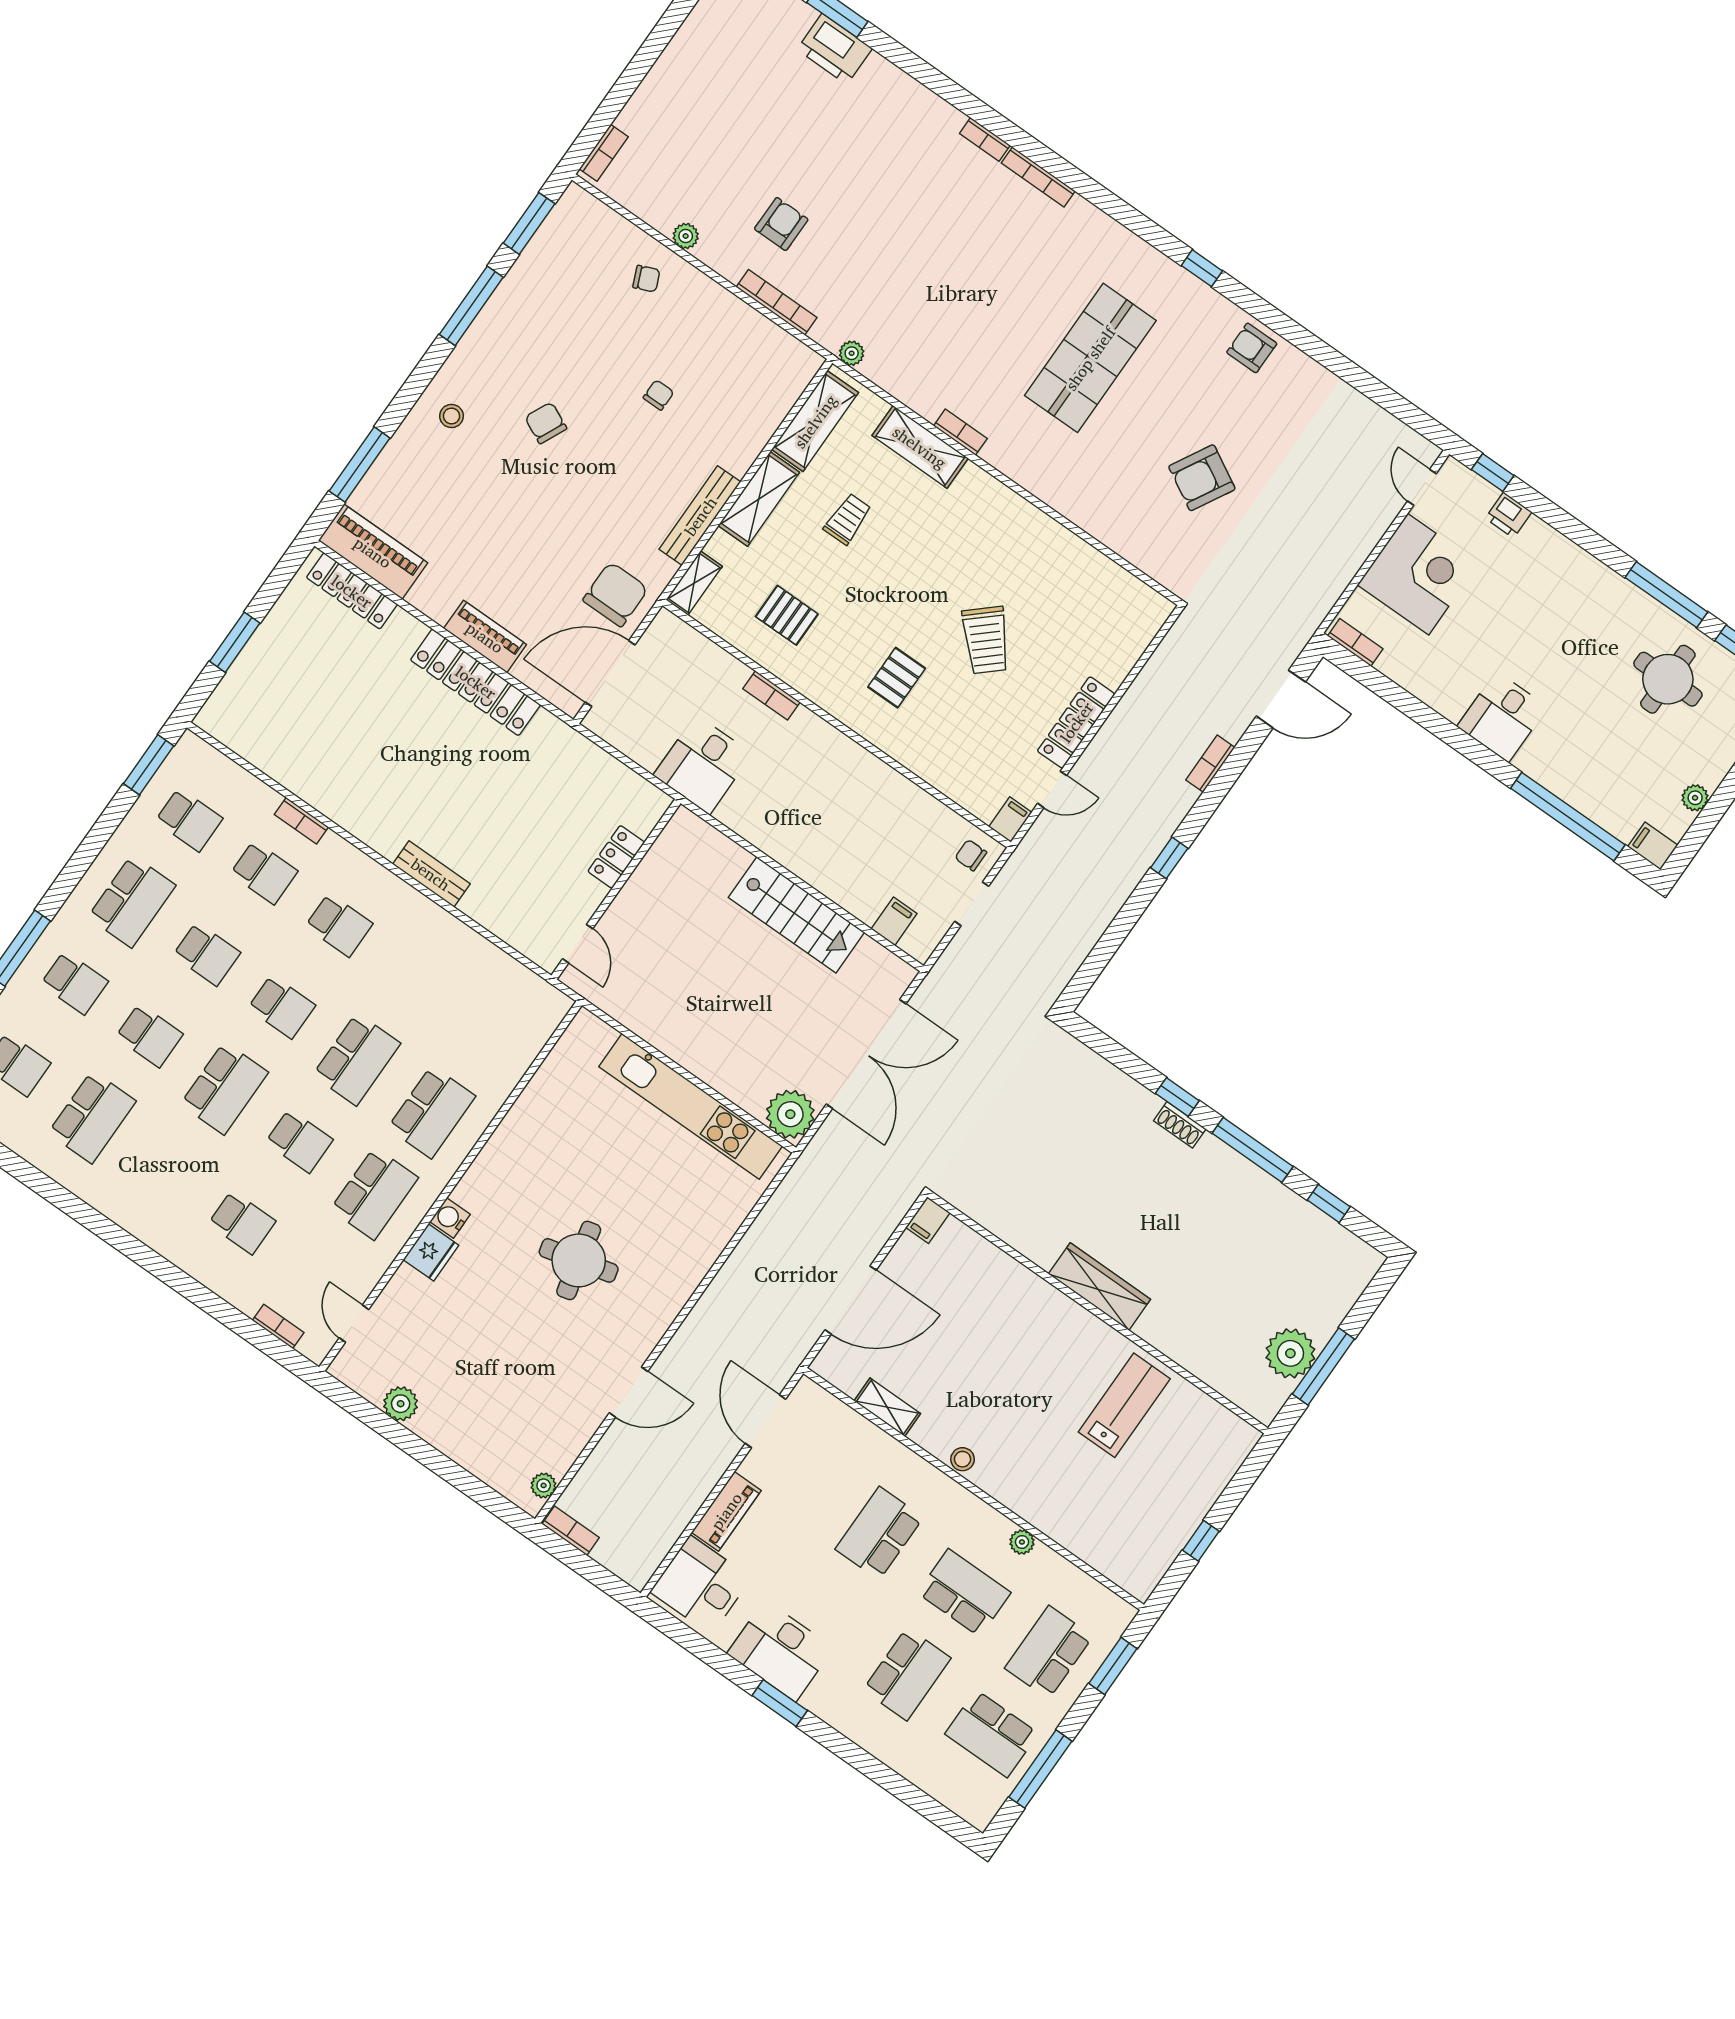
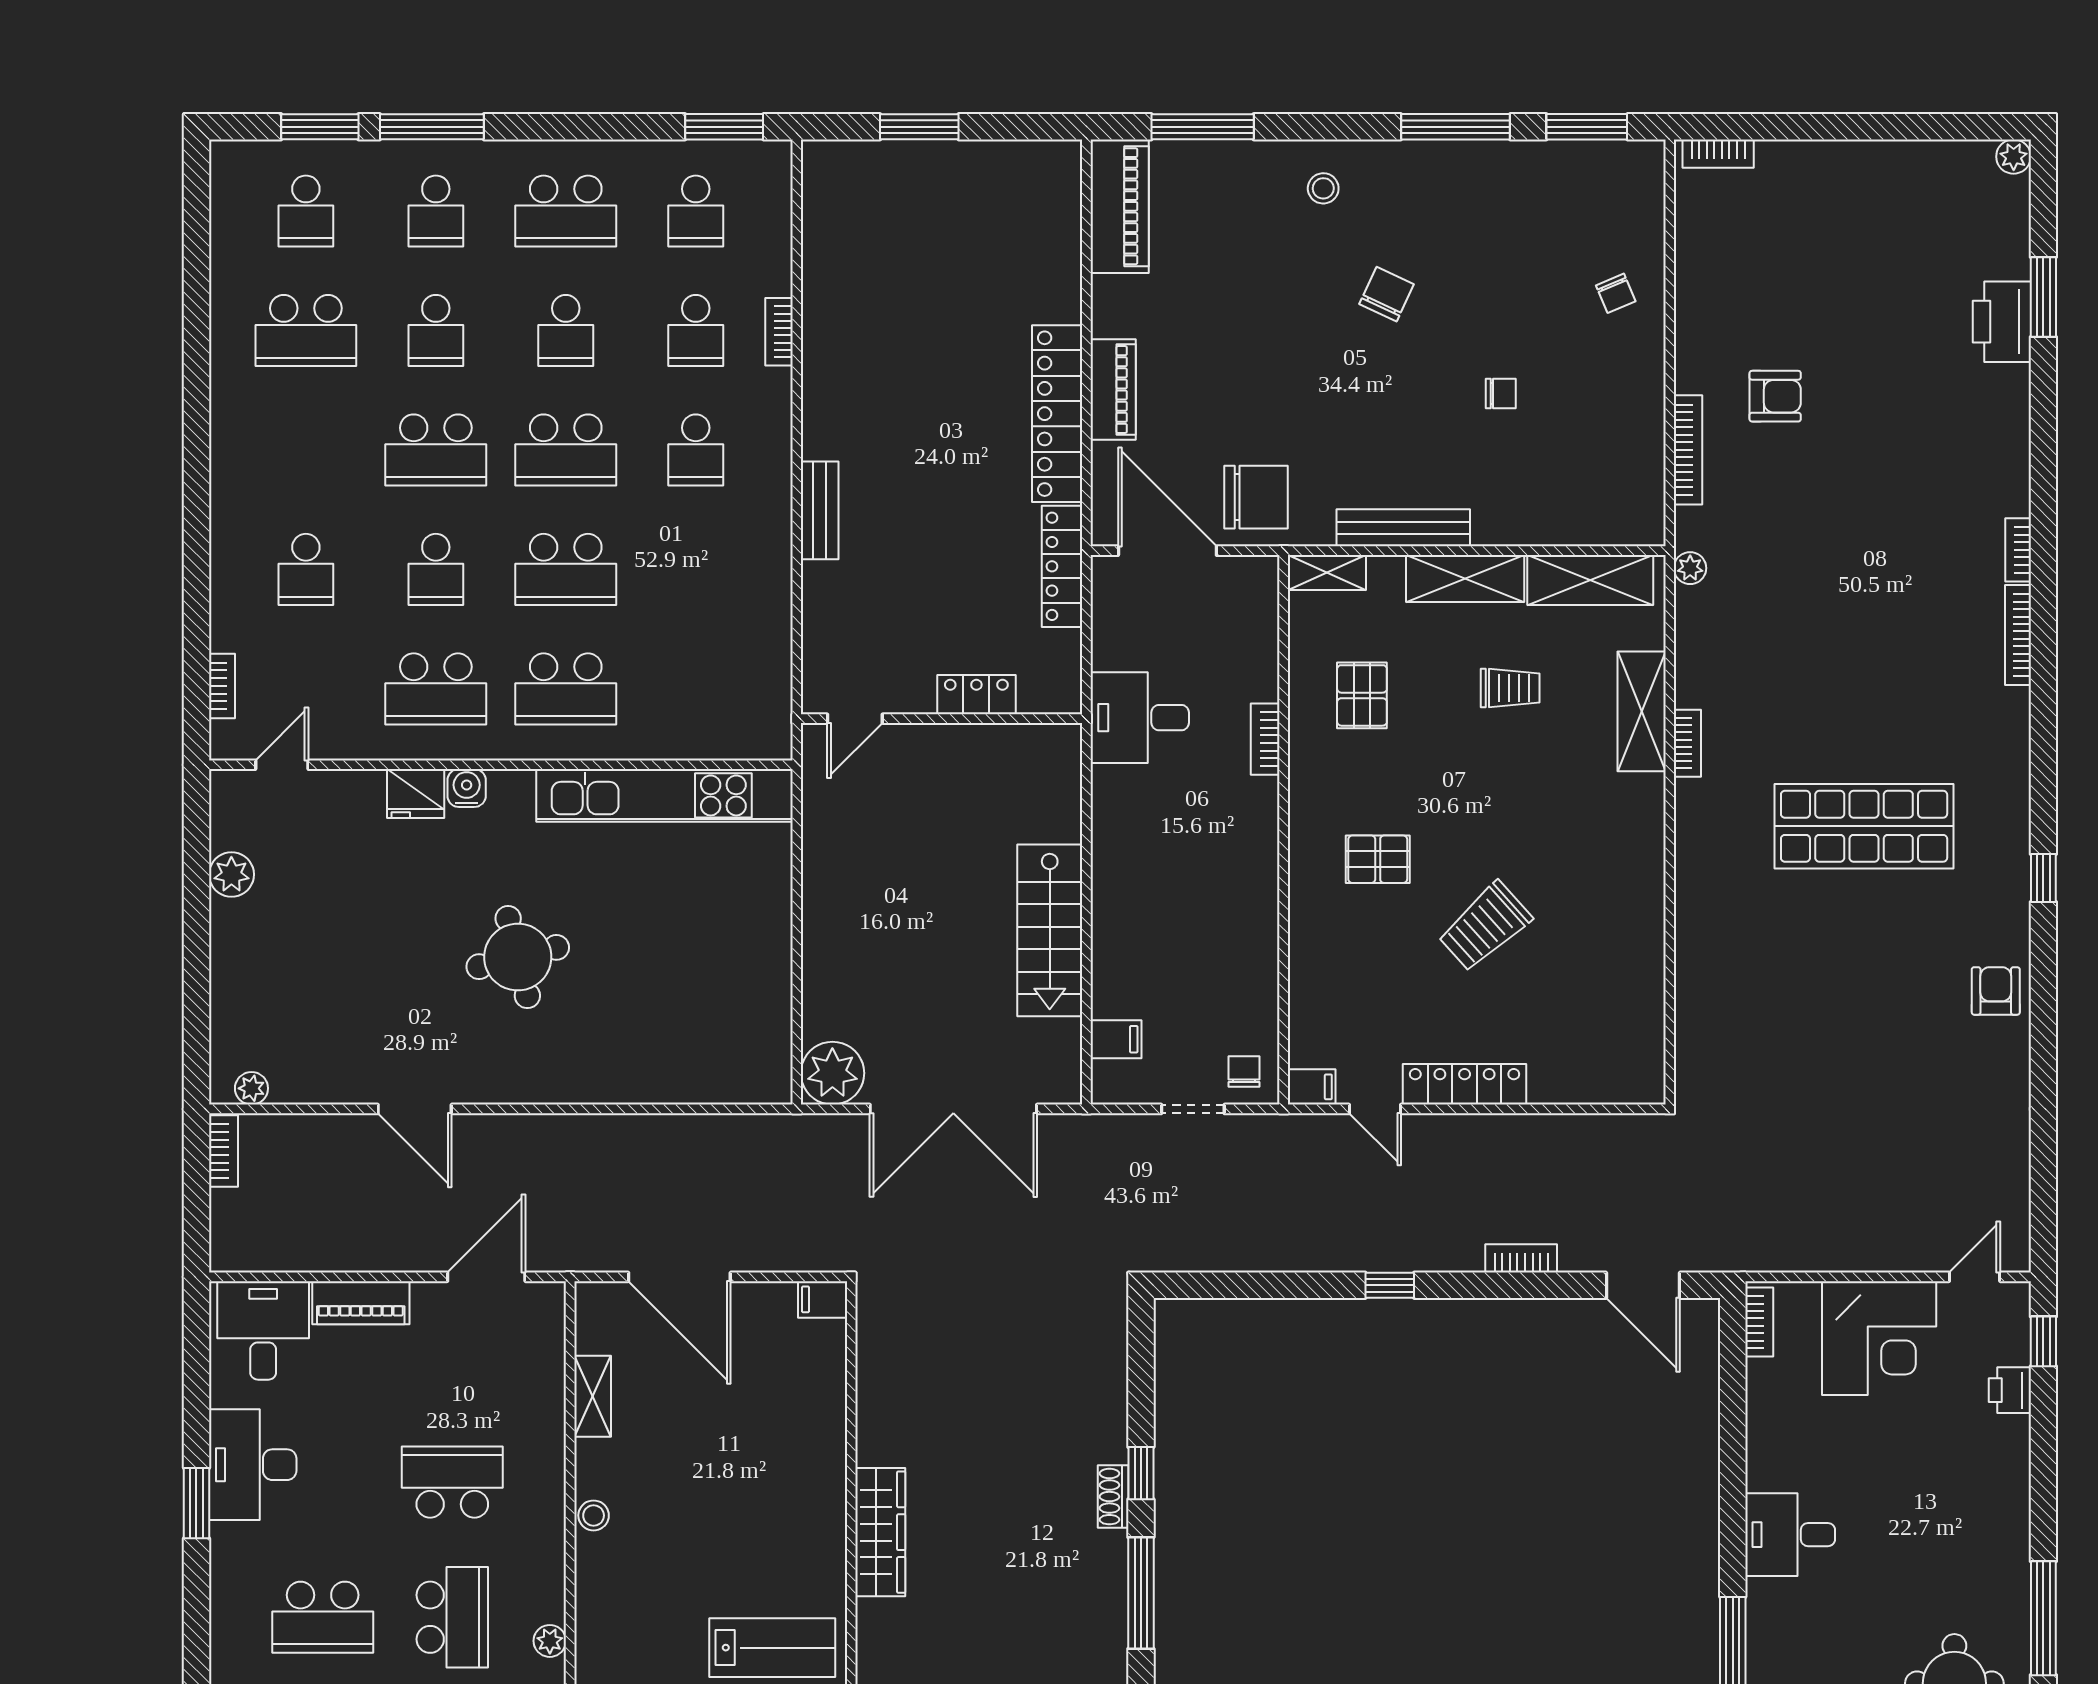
plant: (686, 236) -> (1691, 303), removed
armchair: (1202, 478) -> (1820, 1035), removed
locker: (352, 591) -> (1062, 566), moved
school desk: (282, 1007) -> (566, 450), width x1.85
kitchen unit: (691, 1106) -> (665, 795), moved, turned -90

